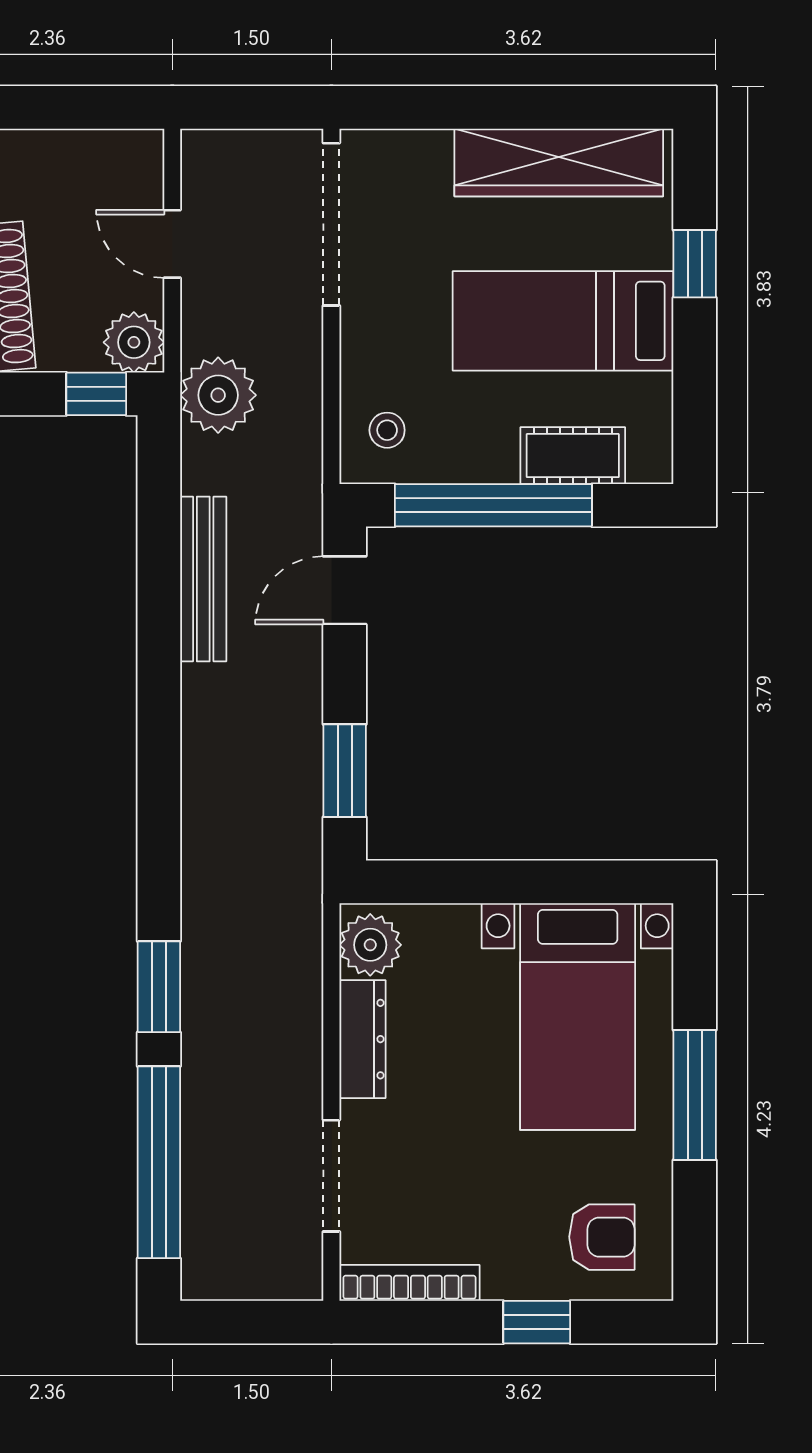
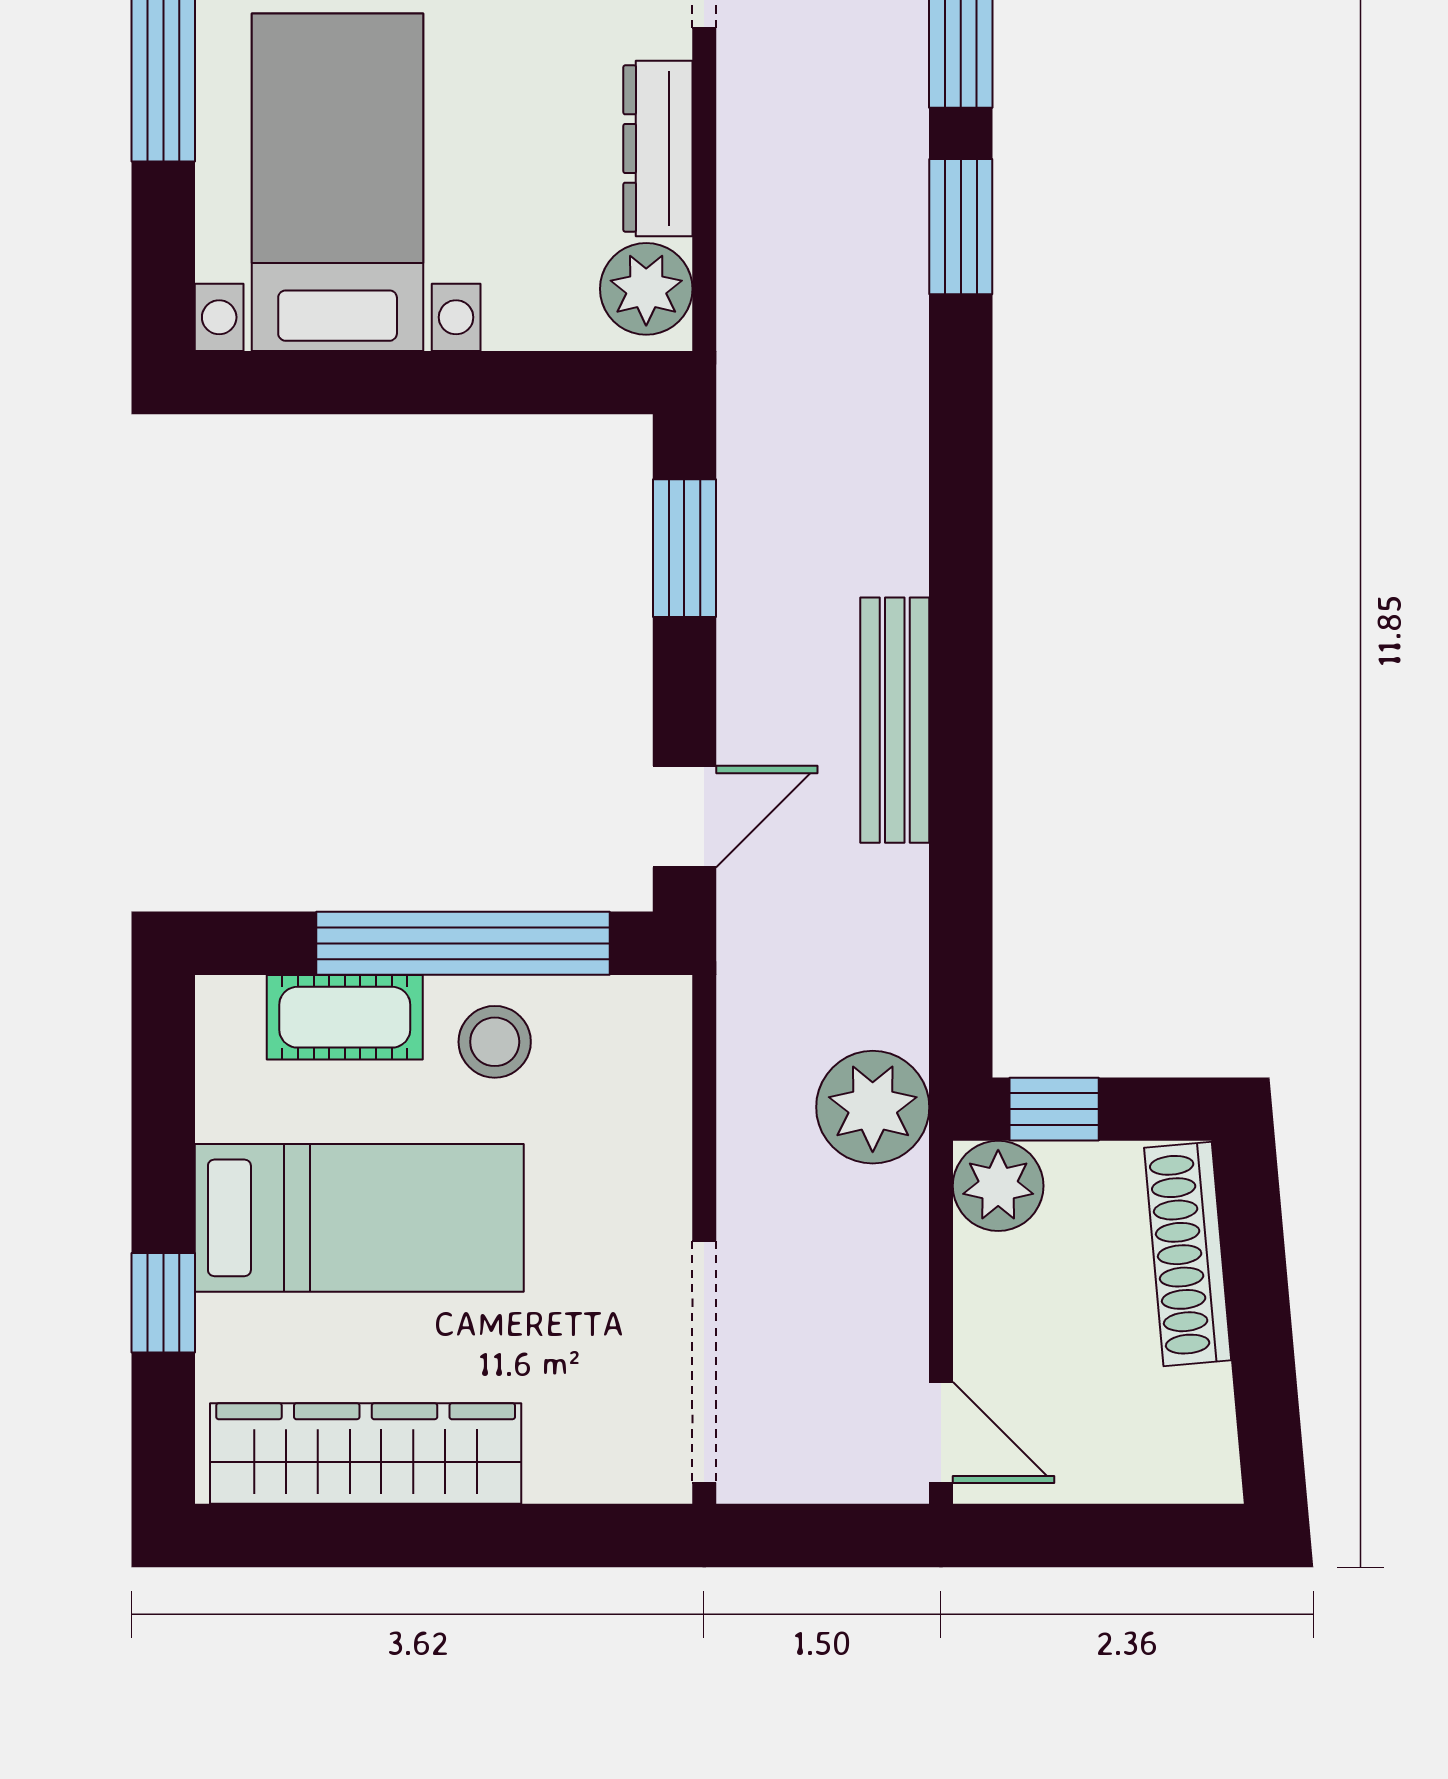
door: (172, 244) -> (941, 1432), moved
stool: (387, 430) -> (495, 1042), moved, width x1.37, depth x1.37
bench: (203, 579) -> (895, 720), moved

